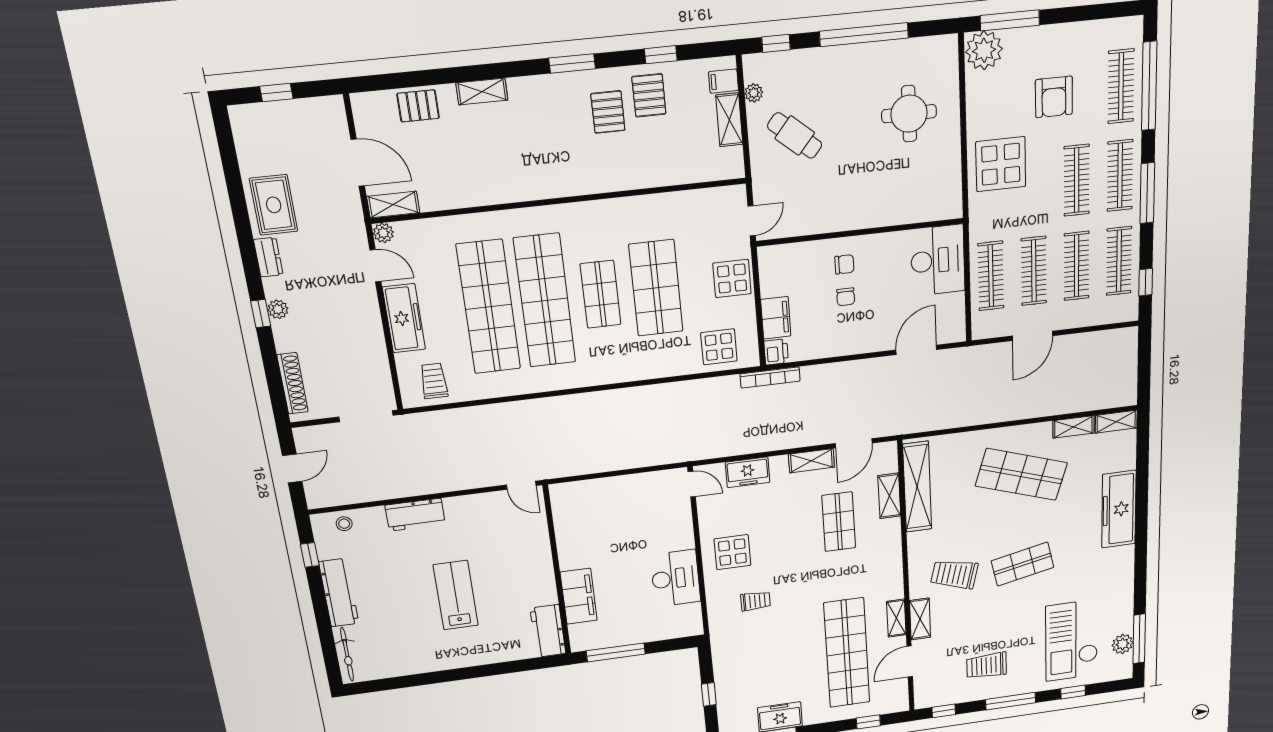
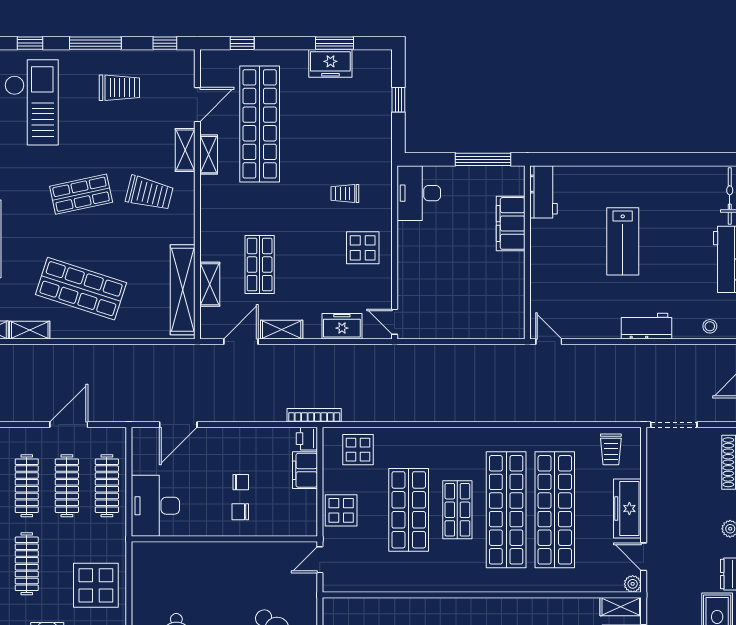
chair: (846, 297) -> (241, 482), turned 90
desk: (675, 578) -> (419, 193), moved

